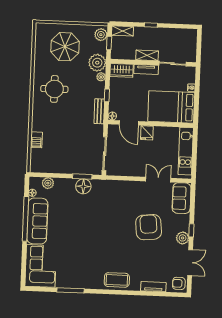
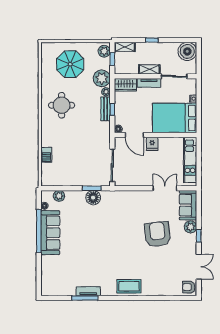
boiler: (187, 38) -> (187, 51), added
bench: (99, 111) -> (106, 109), moved
plant: (183, 238) -> (190, 227), moved
corner sofa: (41, 266) -> (55, 276), removed
tv unit: (153, 287) -> (88, 291), moved

